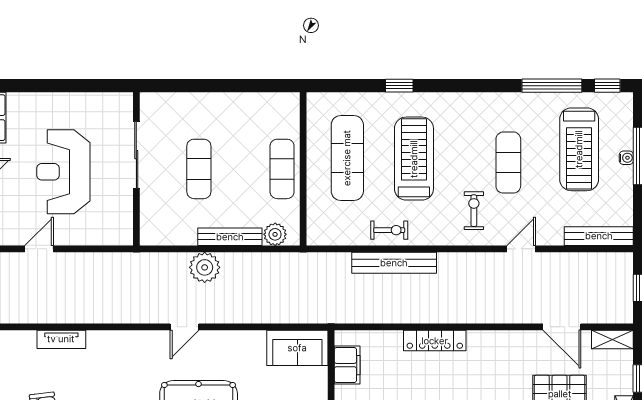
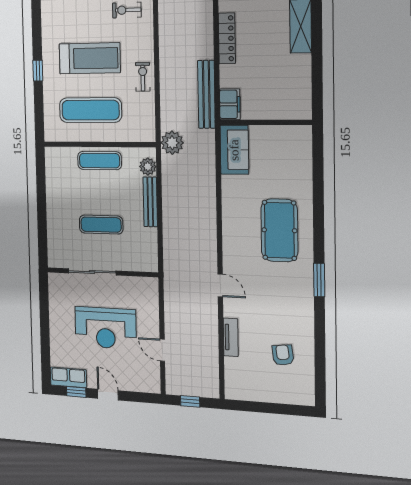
treadmill: (414, 159) -> (90, 58), turned 180
bench: (394, 263) -> (206, 94), moved
plant: (205, 267) -> (172, 143), moved
door: (185, 327) -> (220, 285), moved
filing cabinet: (347, 365) -> (230, 104), moved, turned 90

